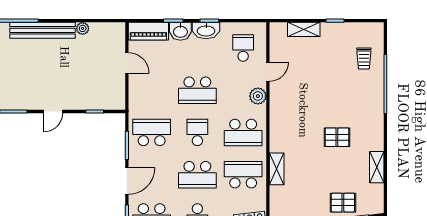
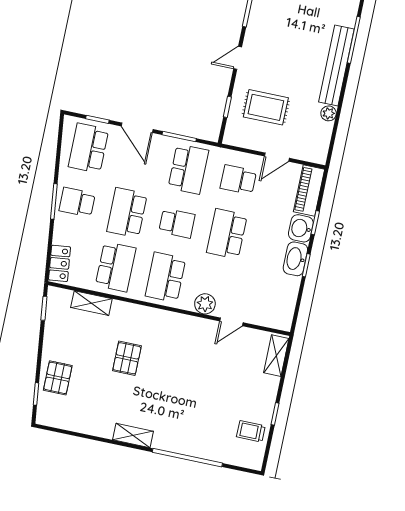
shelving: (304, 29) -> (276, 356), moved
school desk: (243, 48) -> (238, 180), moved, turned 180
trolley: (364, 58) -> (251, 431), moved
door: (268, 72) -> (231, 322), hinge flipped
rug: (88, 80) -> (266, 107), added
door: (53, 111) -> (238, 58), hinge flipped
pallet: (337, 137) -> (127, 358), moved
shelving: (377, 167) -> (133, 436), moved
shelving: (277, 169) -> (91, 303), moved

